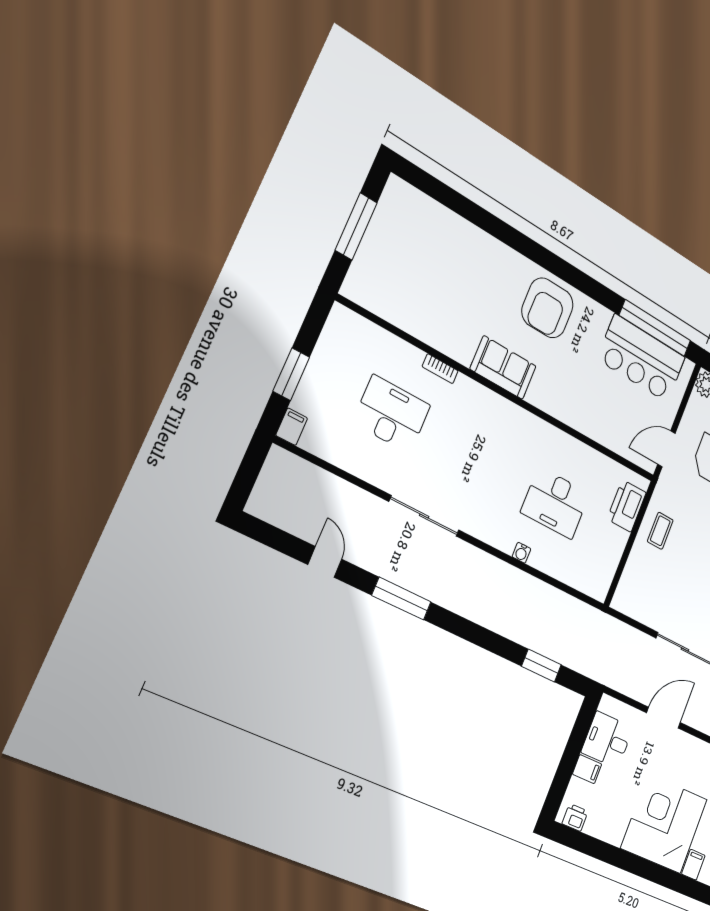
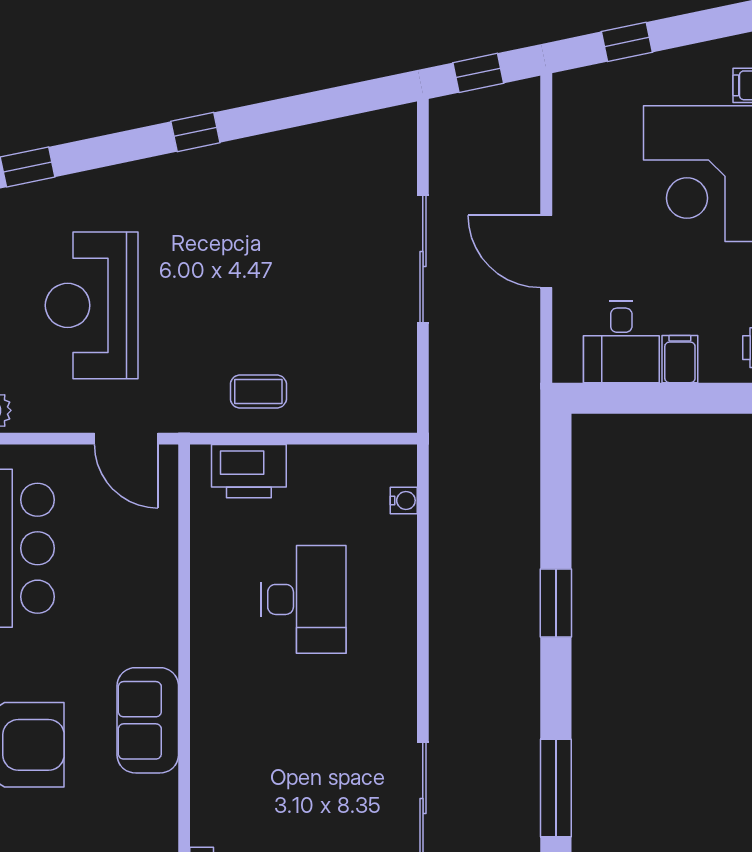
sofa: (503, 368) -> (148, 720), moved
water cooler: (521, 553) -> (404, 500), moved
window: (541, 665) -> (556, 603), moved

